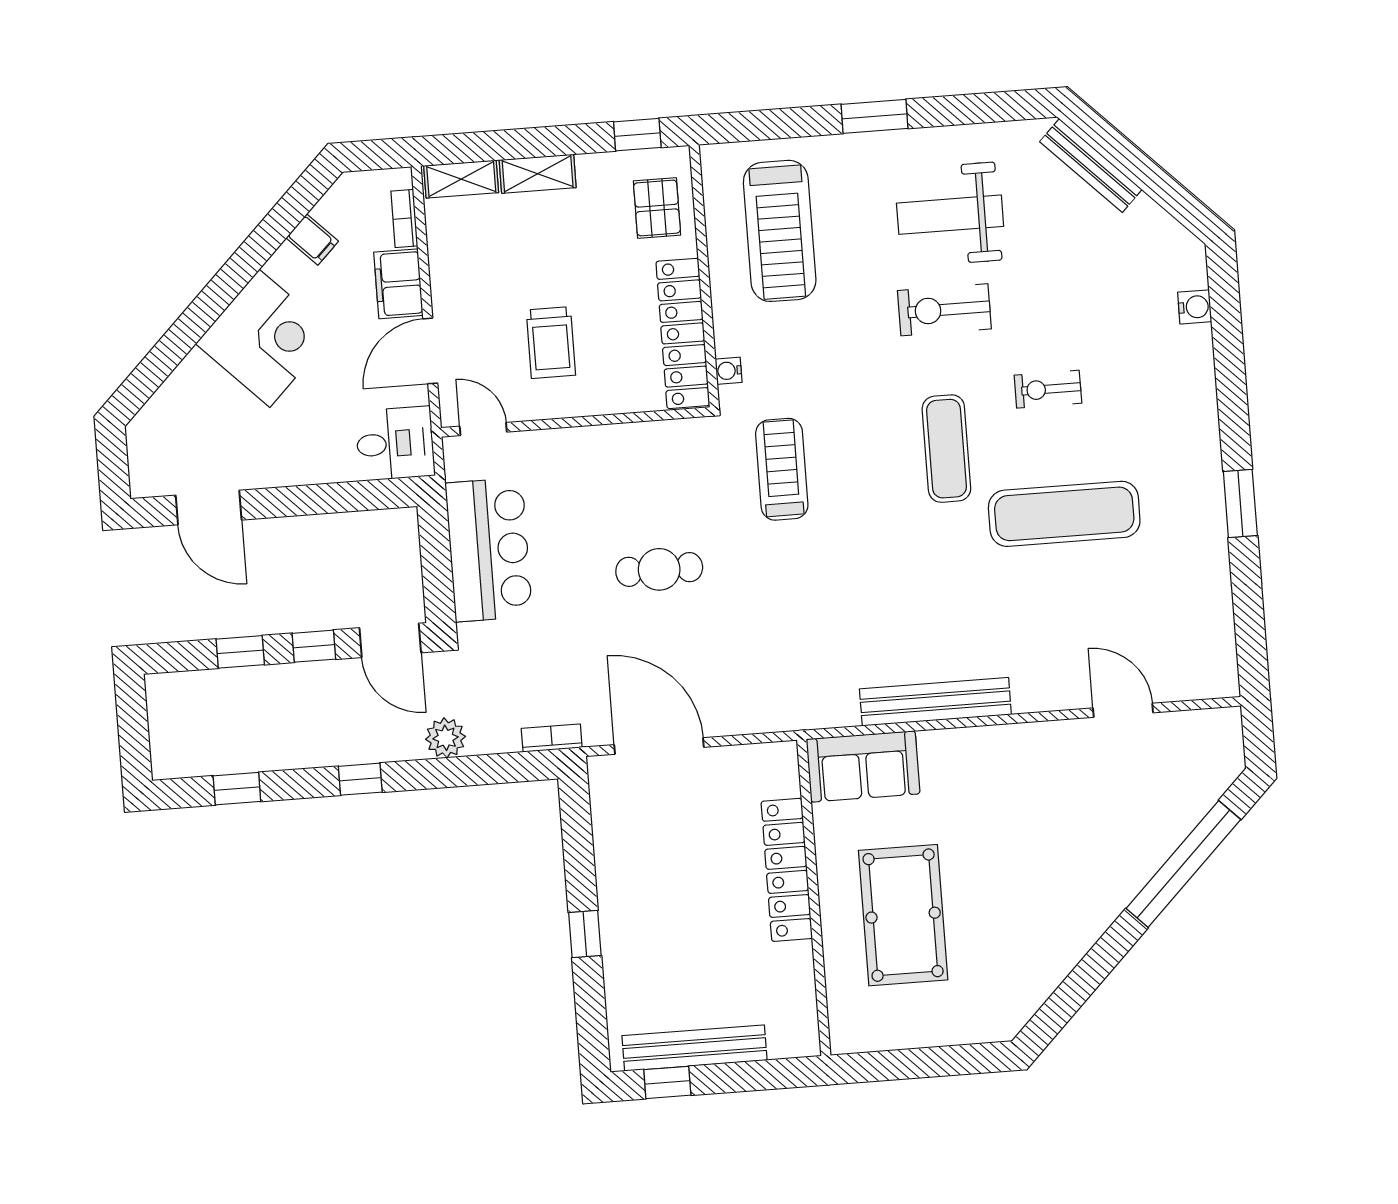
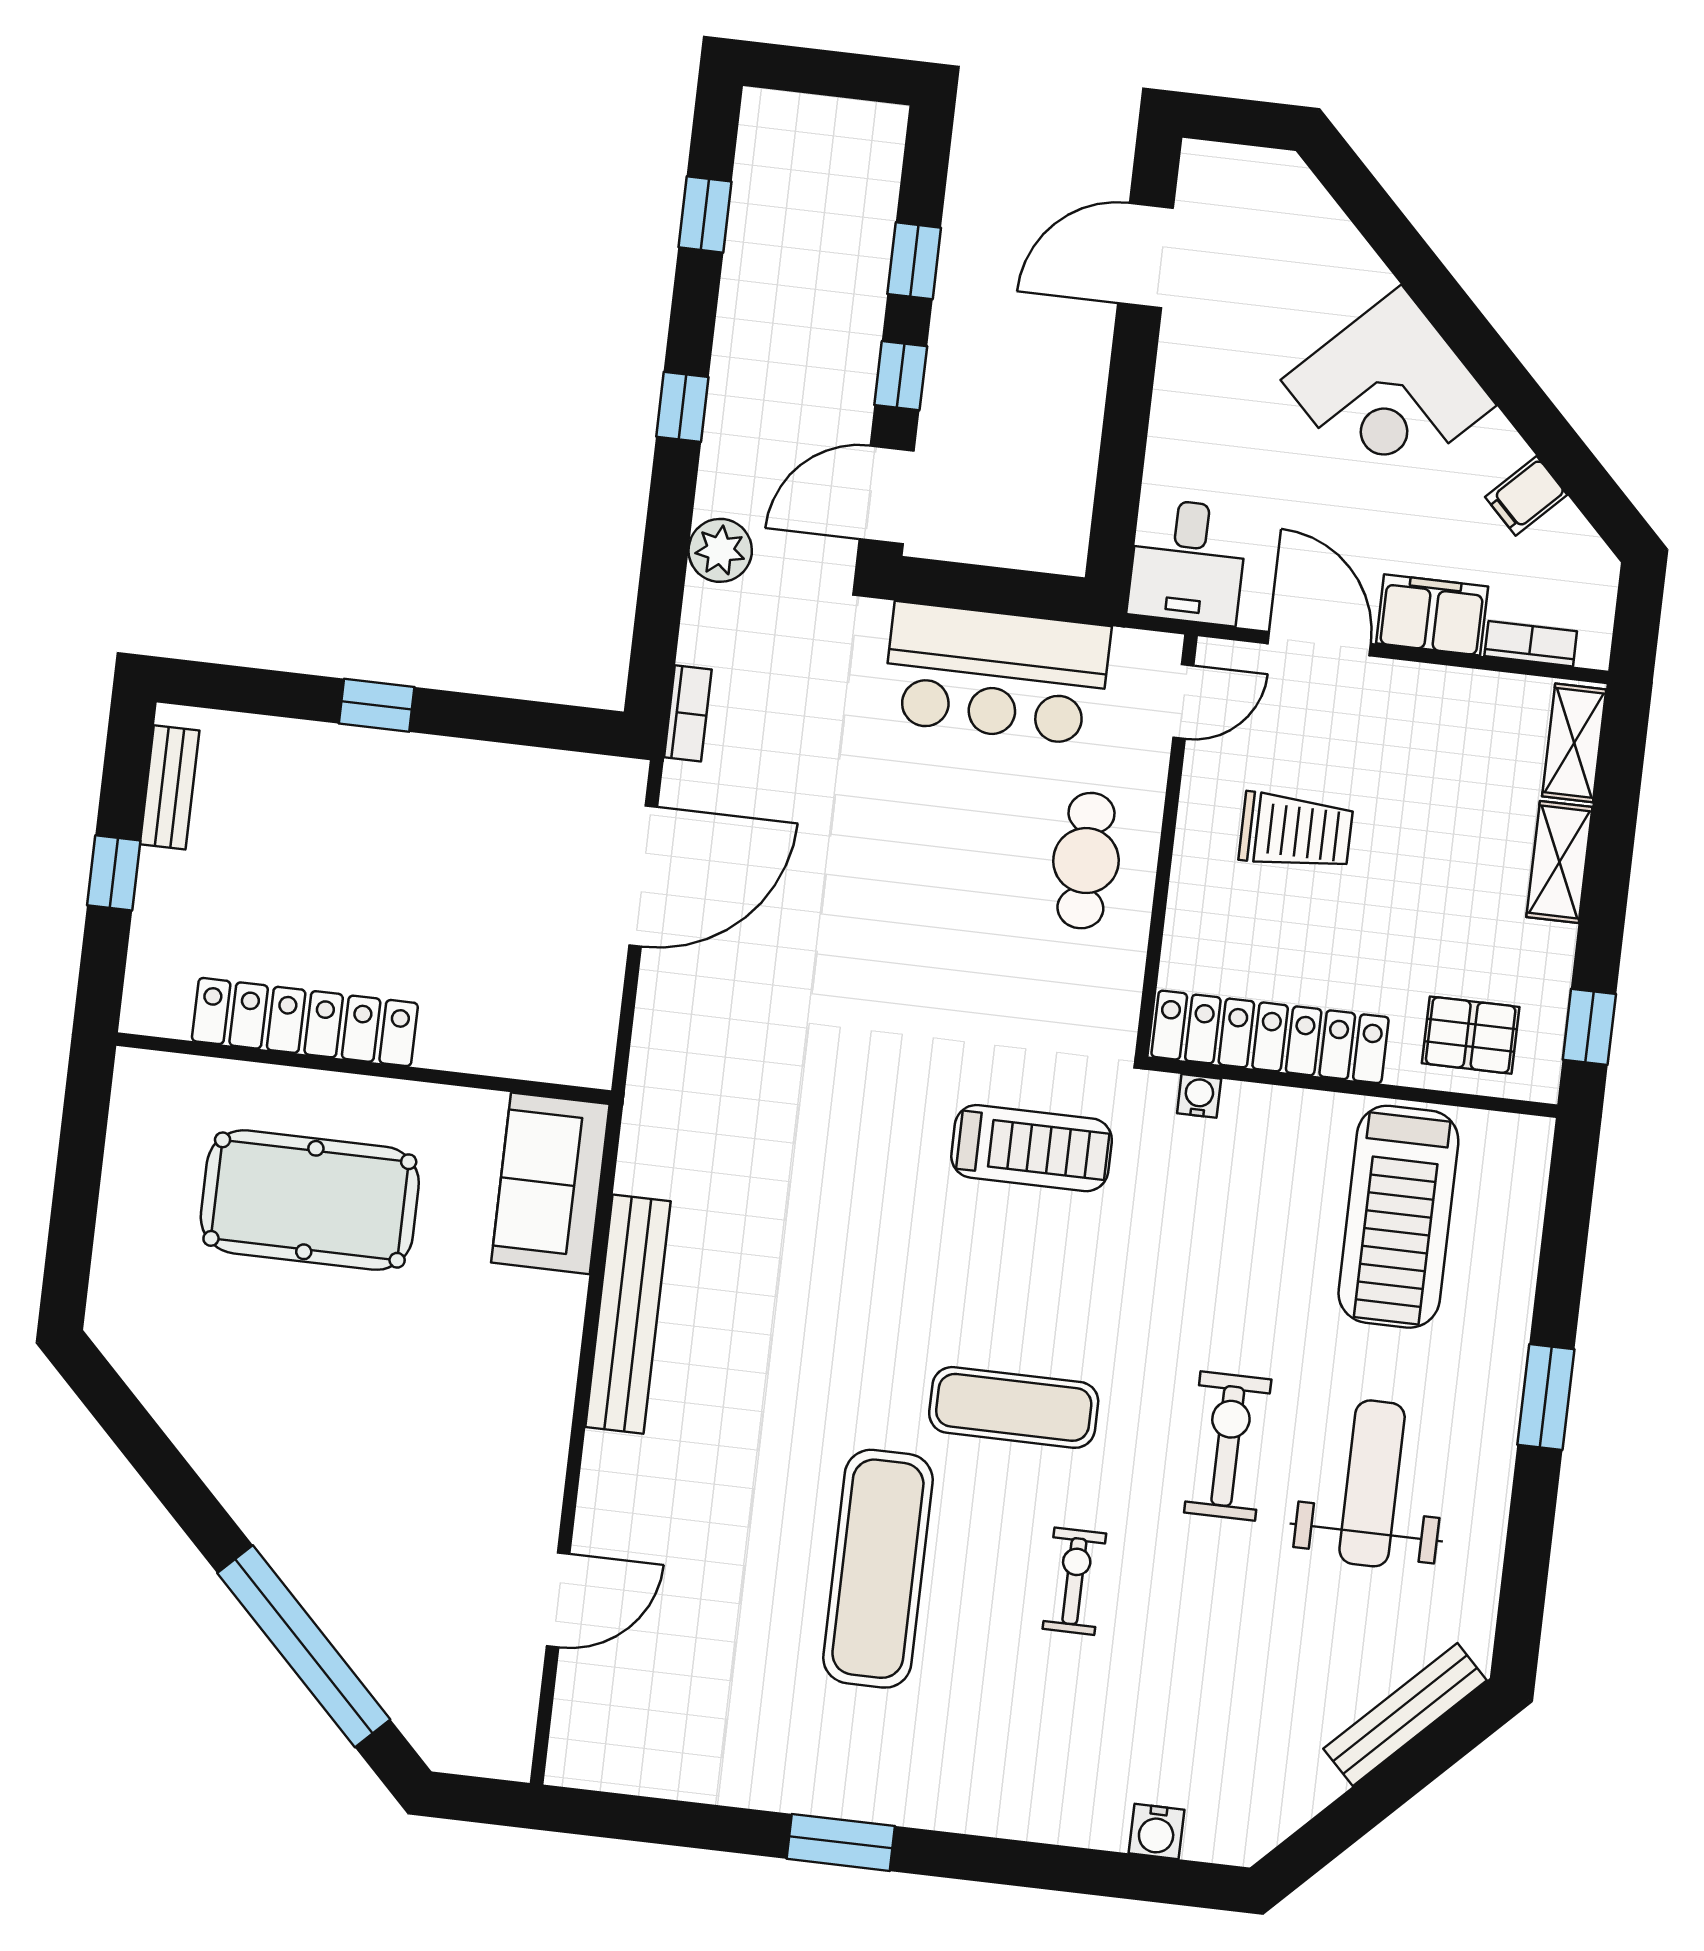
treadmill: (780, 231) -> (1398, 1217), turned -90
trolley: (551, 343) -> (1296, 831), turned 180
cafe table: (659, 569) -> (1086, 861), moved
locker: (787, 870) -> (305, 1022), moved
bench: (694, 1048) -> (170, 787), width x0.54, depth x0.82
window: (667, 1082) -> (114, 873), moved

